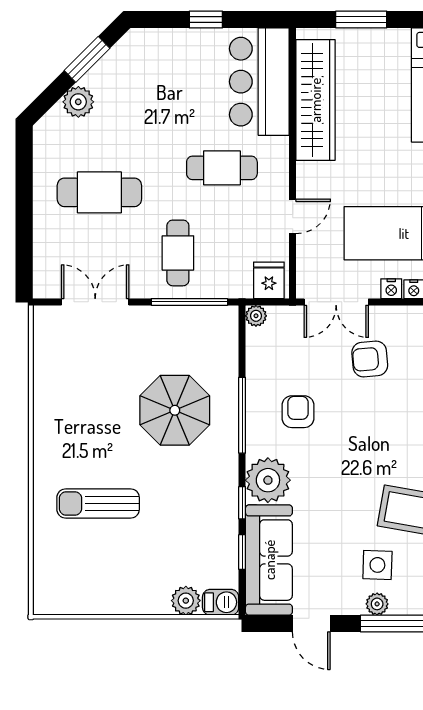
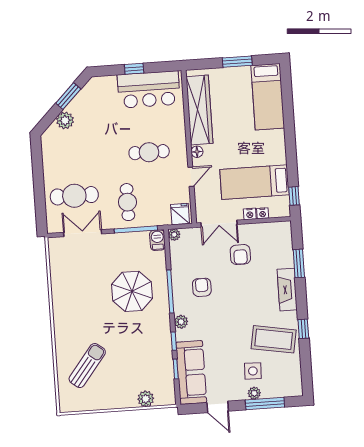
window: (361, 20) -> (237, 62), moved
bar counter: (259, 82) -> (149, 90), moved, turned -90
floor lamp: (306, 173) -> (197, 152), added
cafe table: (99, 192) -> (74, 196), moved
armchair: (370, 359) -> (240, 255), turned -85
plant: (268, 480) -> (181, 322), width x0.53, depth x0.53
sun lounger: (98, 503) -> (87, 366), moved, turned 128
barbecue: (221, 602) -> (157, 240), moved, turned -90

